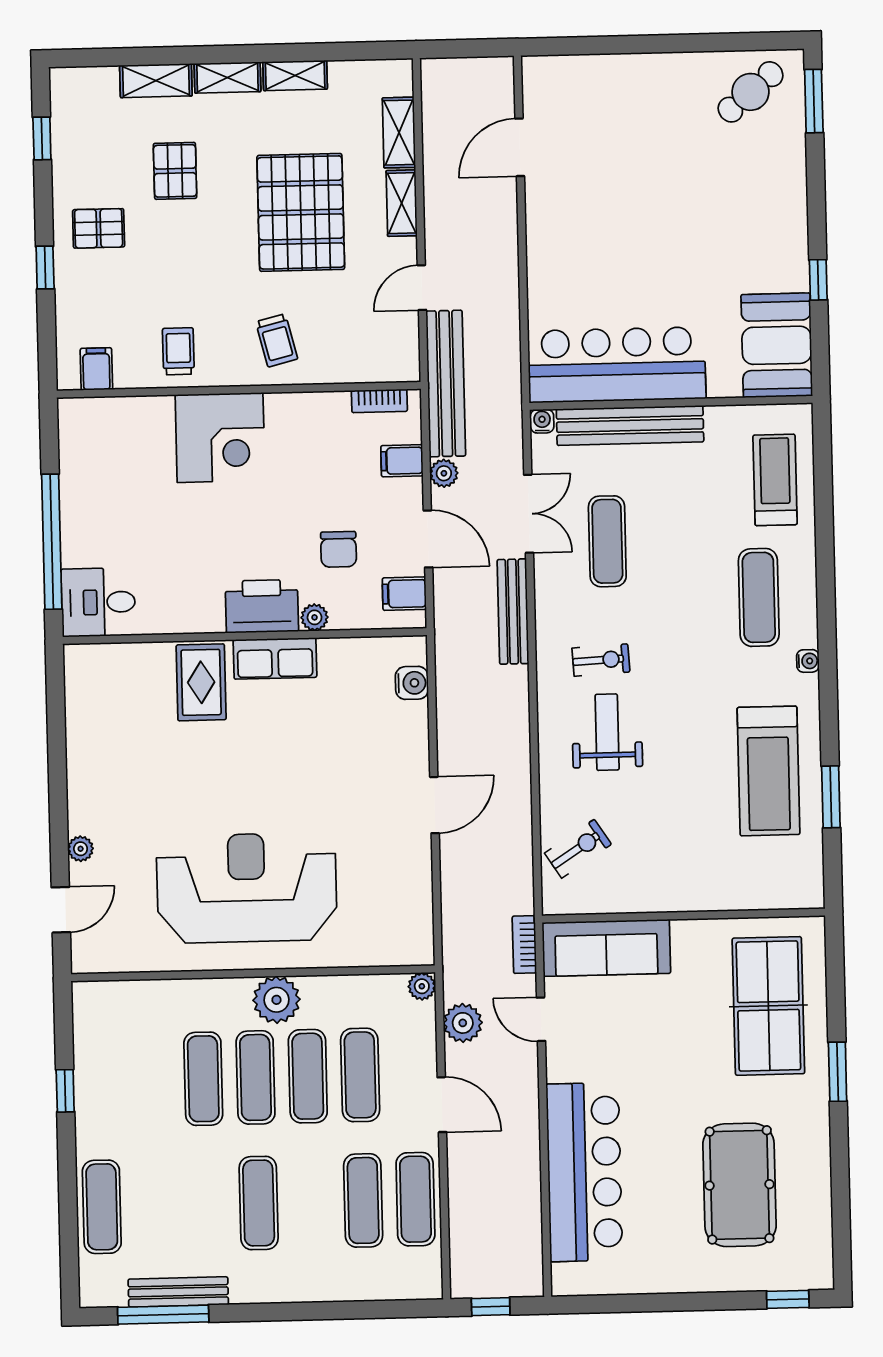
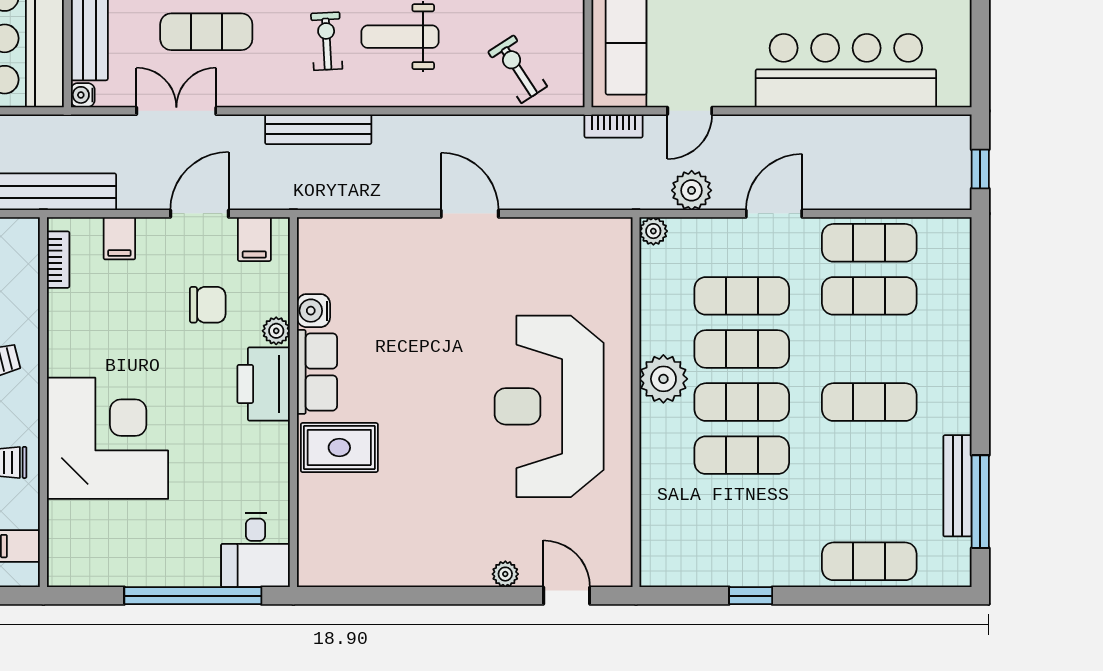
corner desk: (220, 438) -> (107, 438), width x1.36, depth x1.36
plant: (444, 473) -> (133, 196), removed
bench: (513, 612) -> (318, 129), moved
water cooler: (412, 683) -> (313, 311), moved, turned -90

